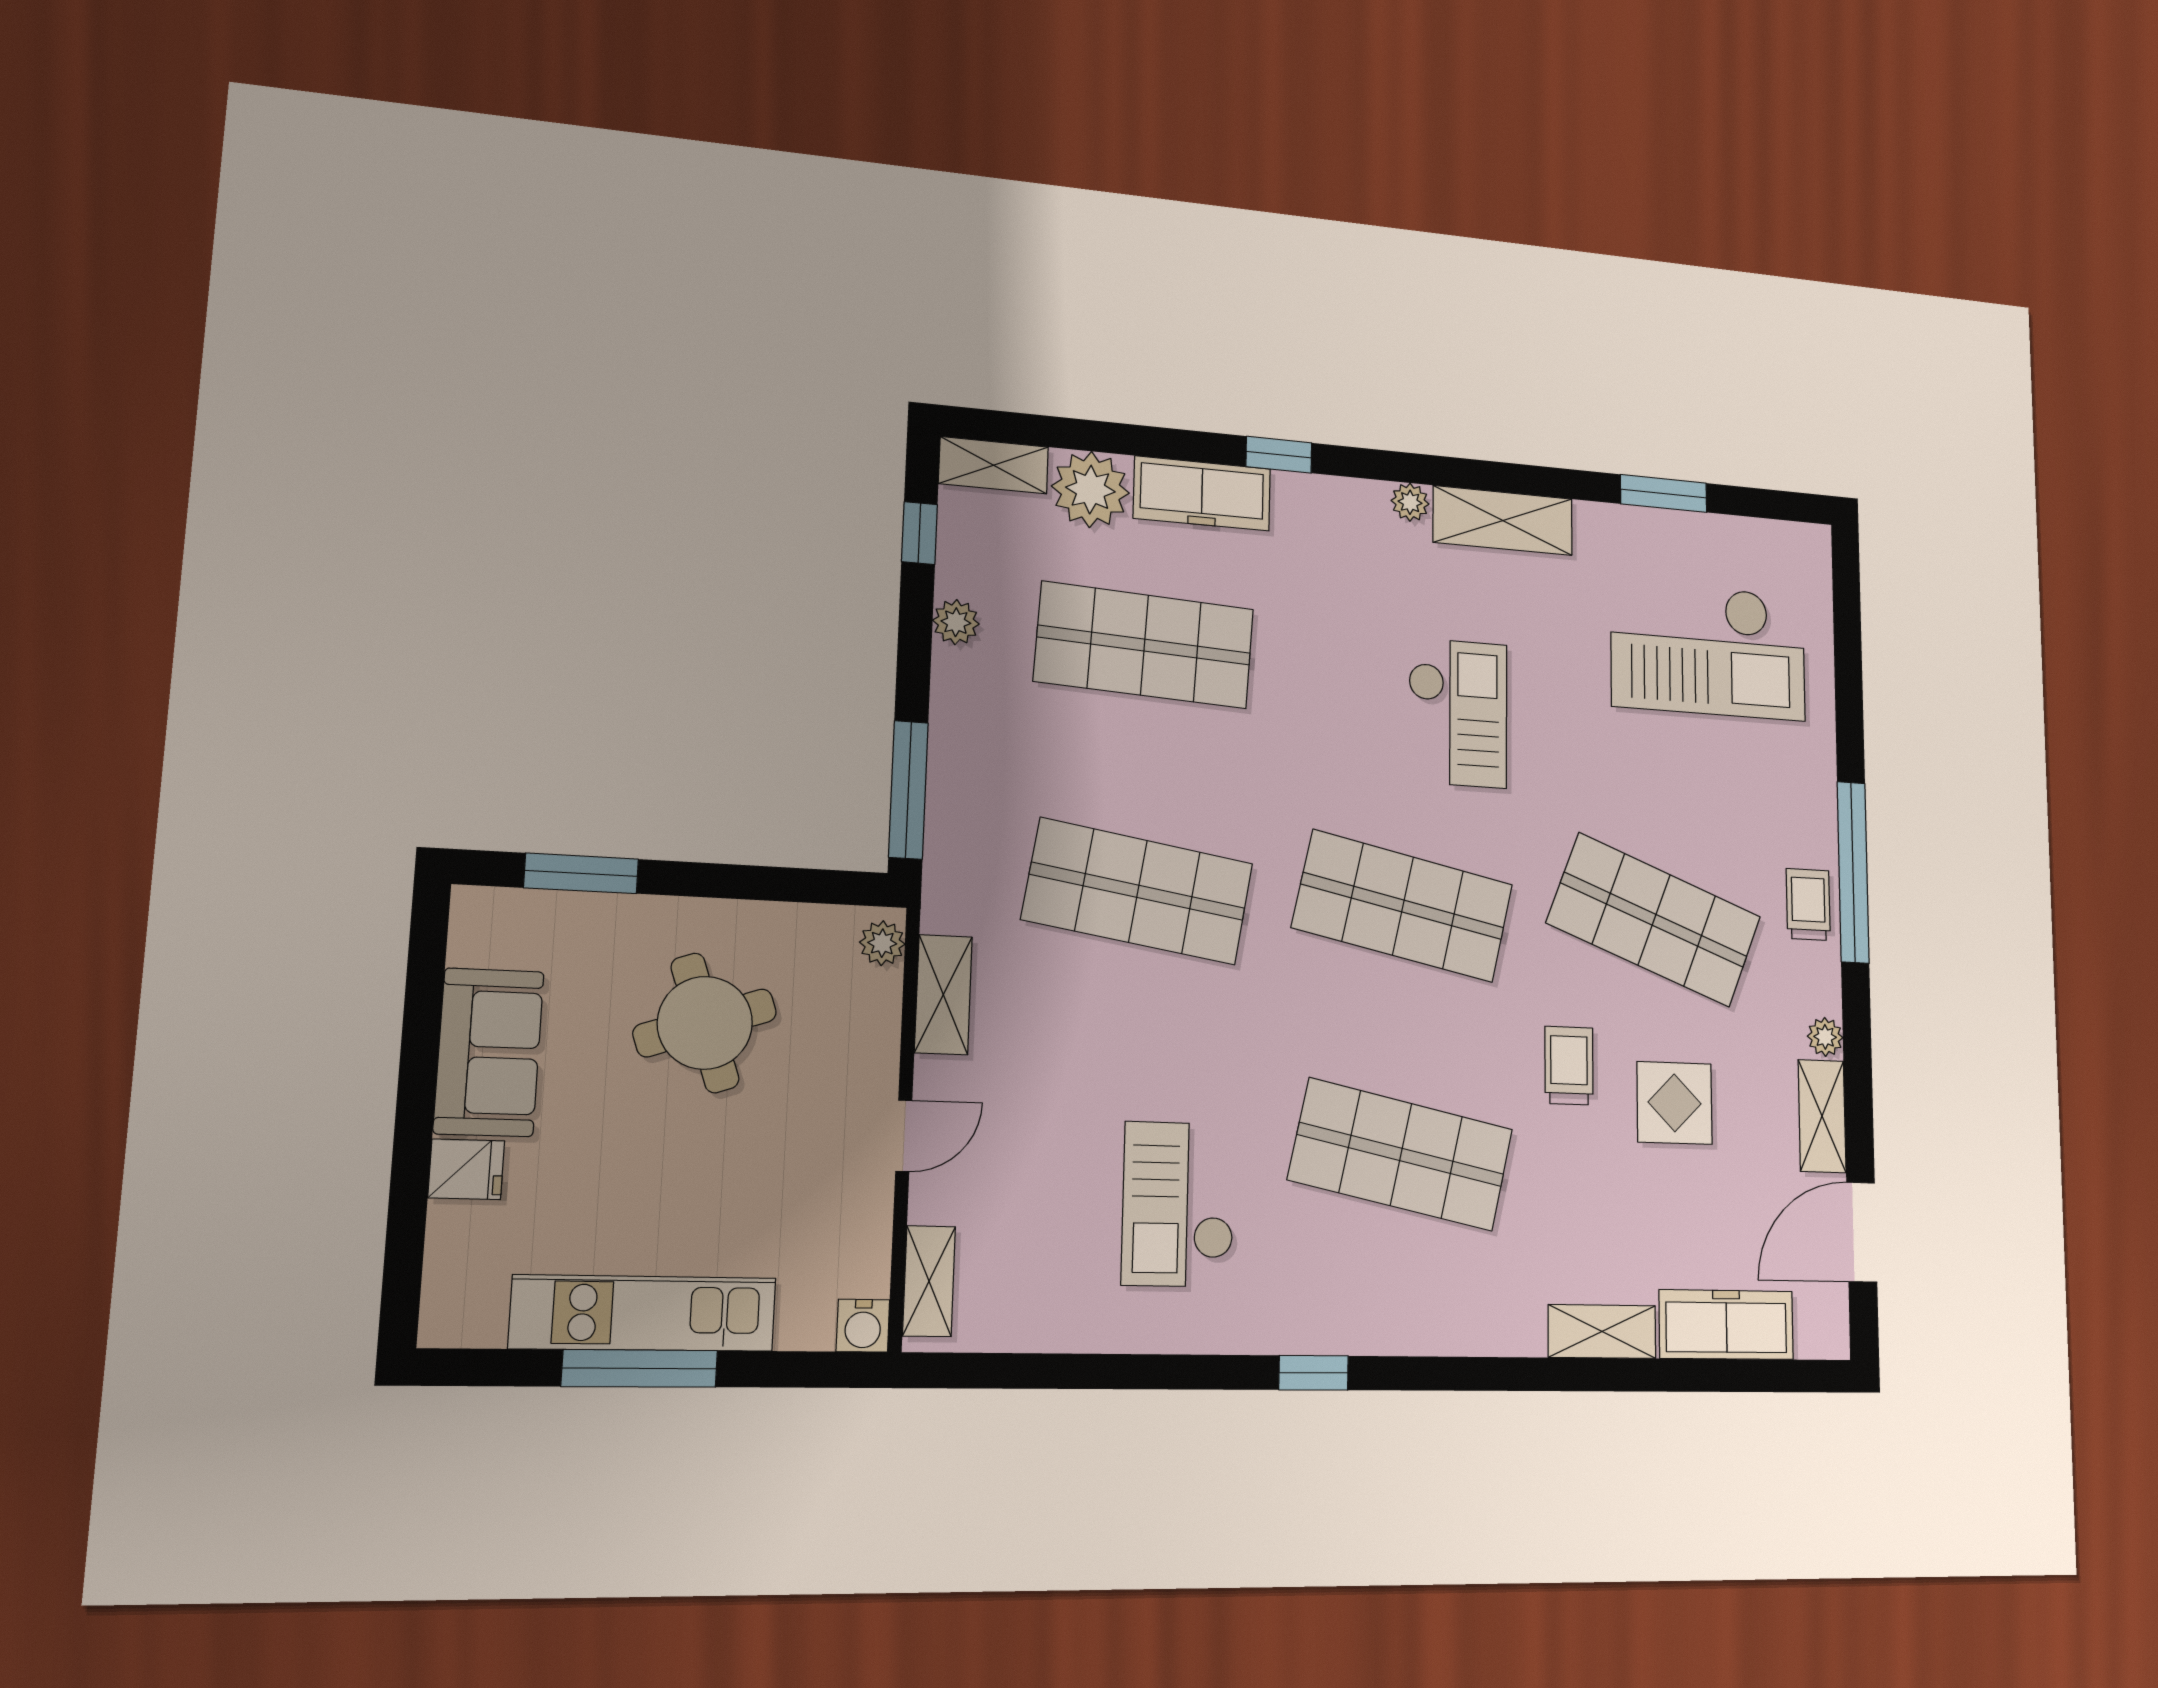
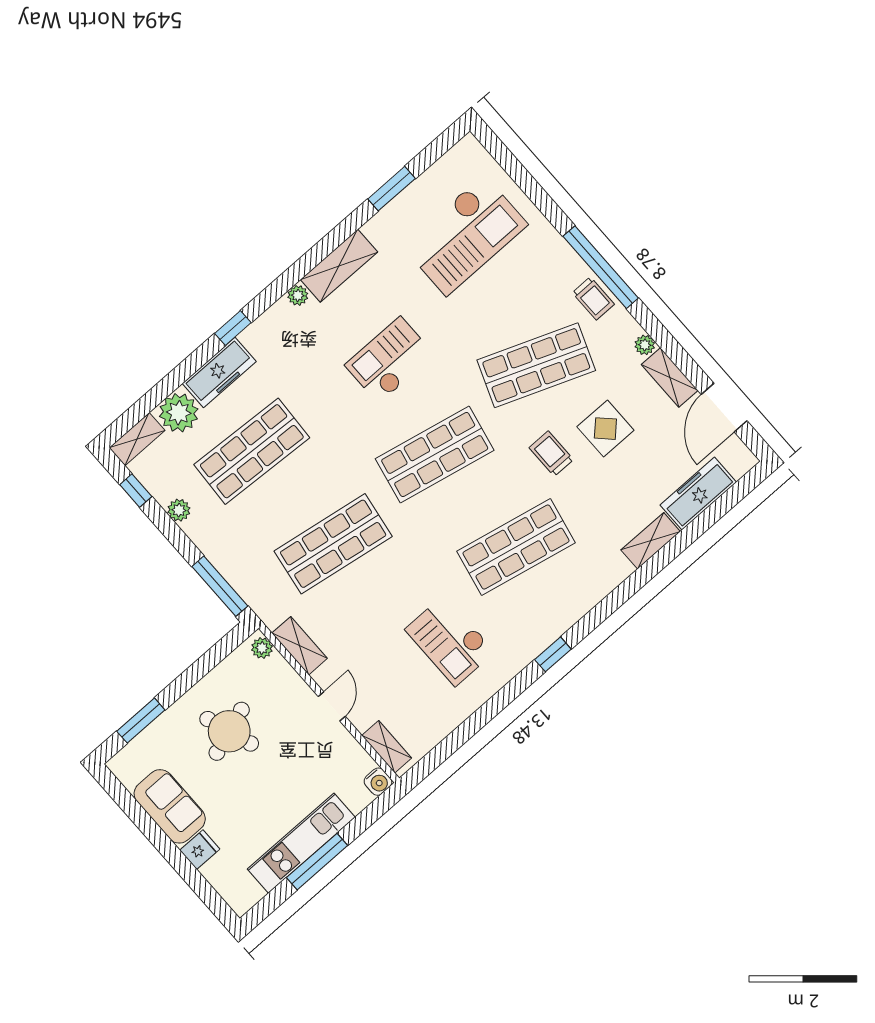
checkout: (1458, 713) -> (390, 360), turned -90
trolley: (1808, 905) -> (593, 298), turned 180

